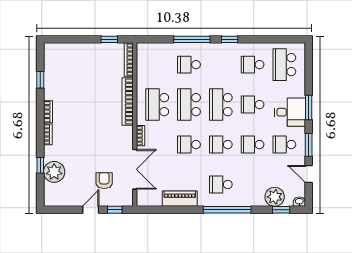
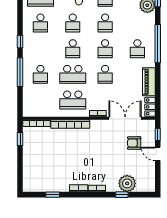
school desk: (221, 105) -> (73, 49), width x0.54
locker: (149, 200) -> (150, 107), added

